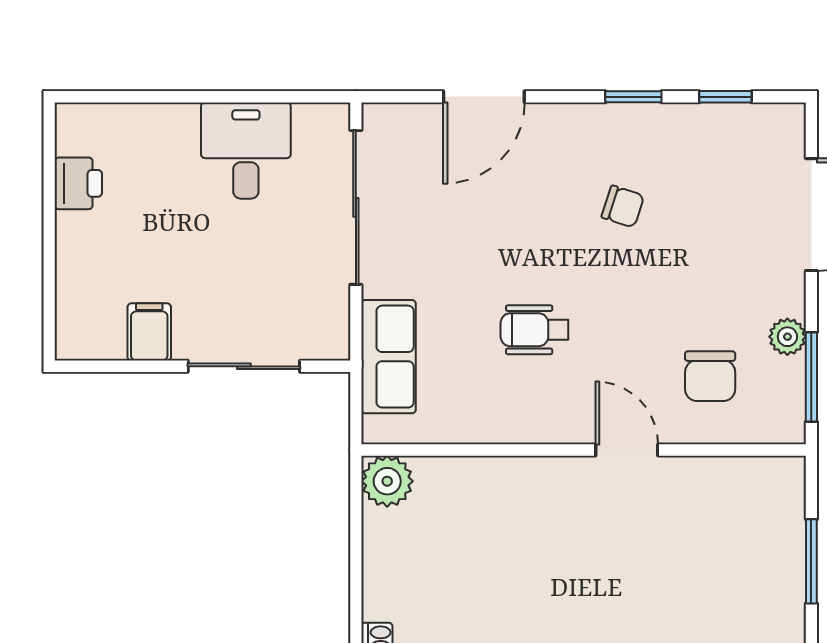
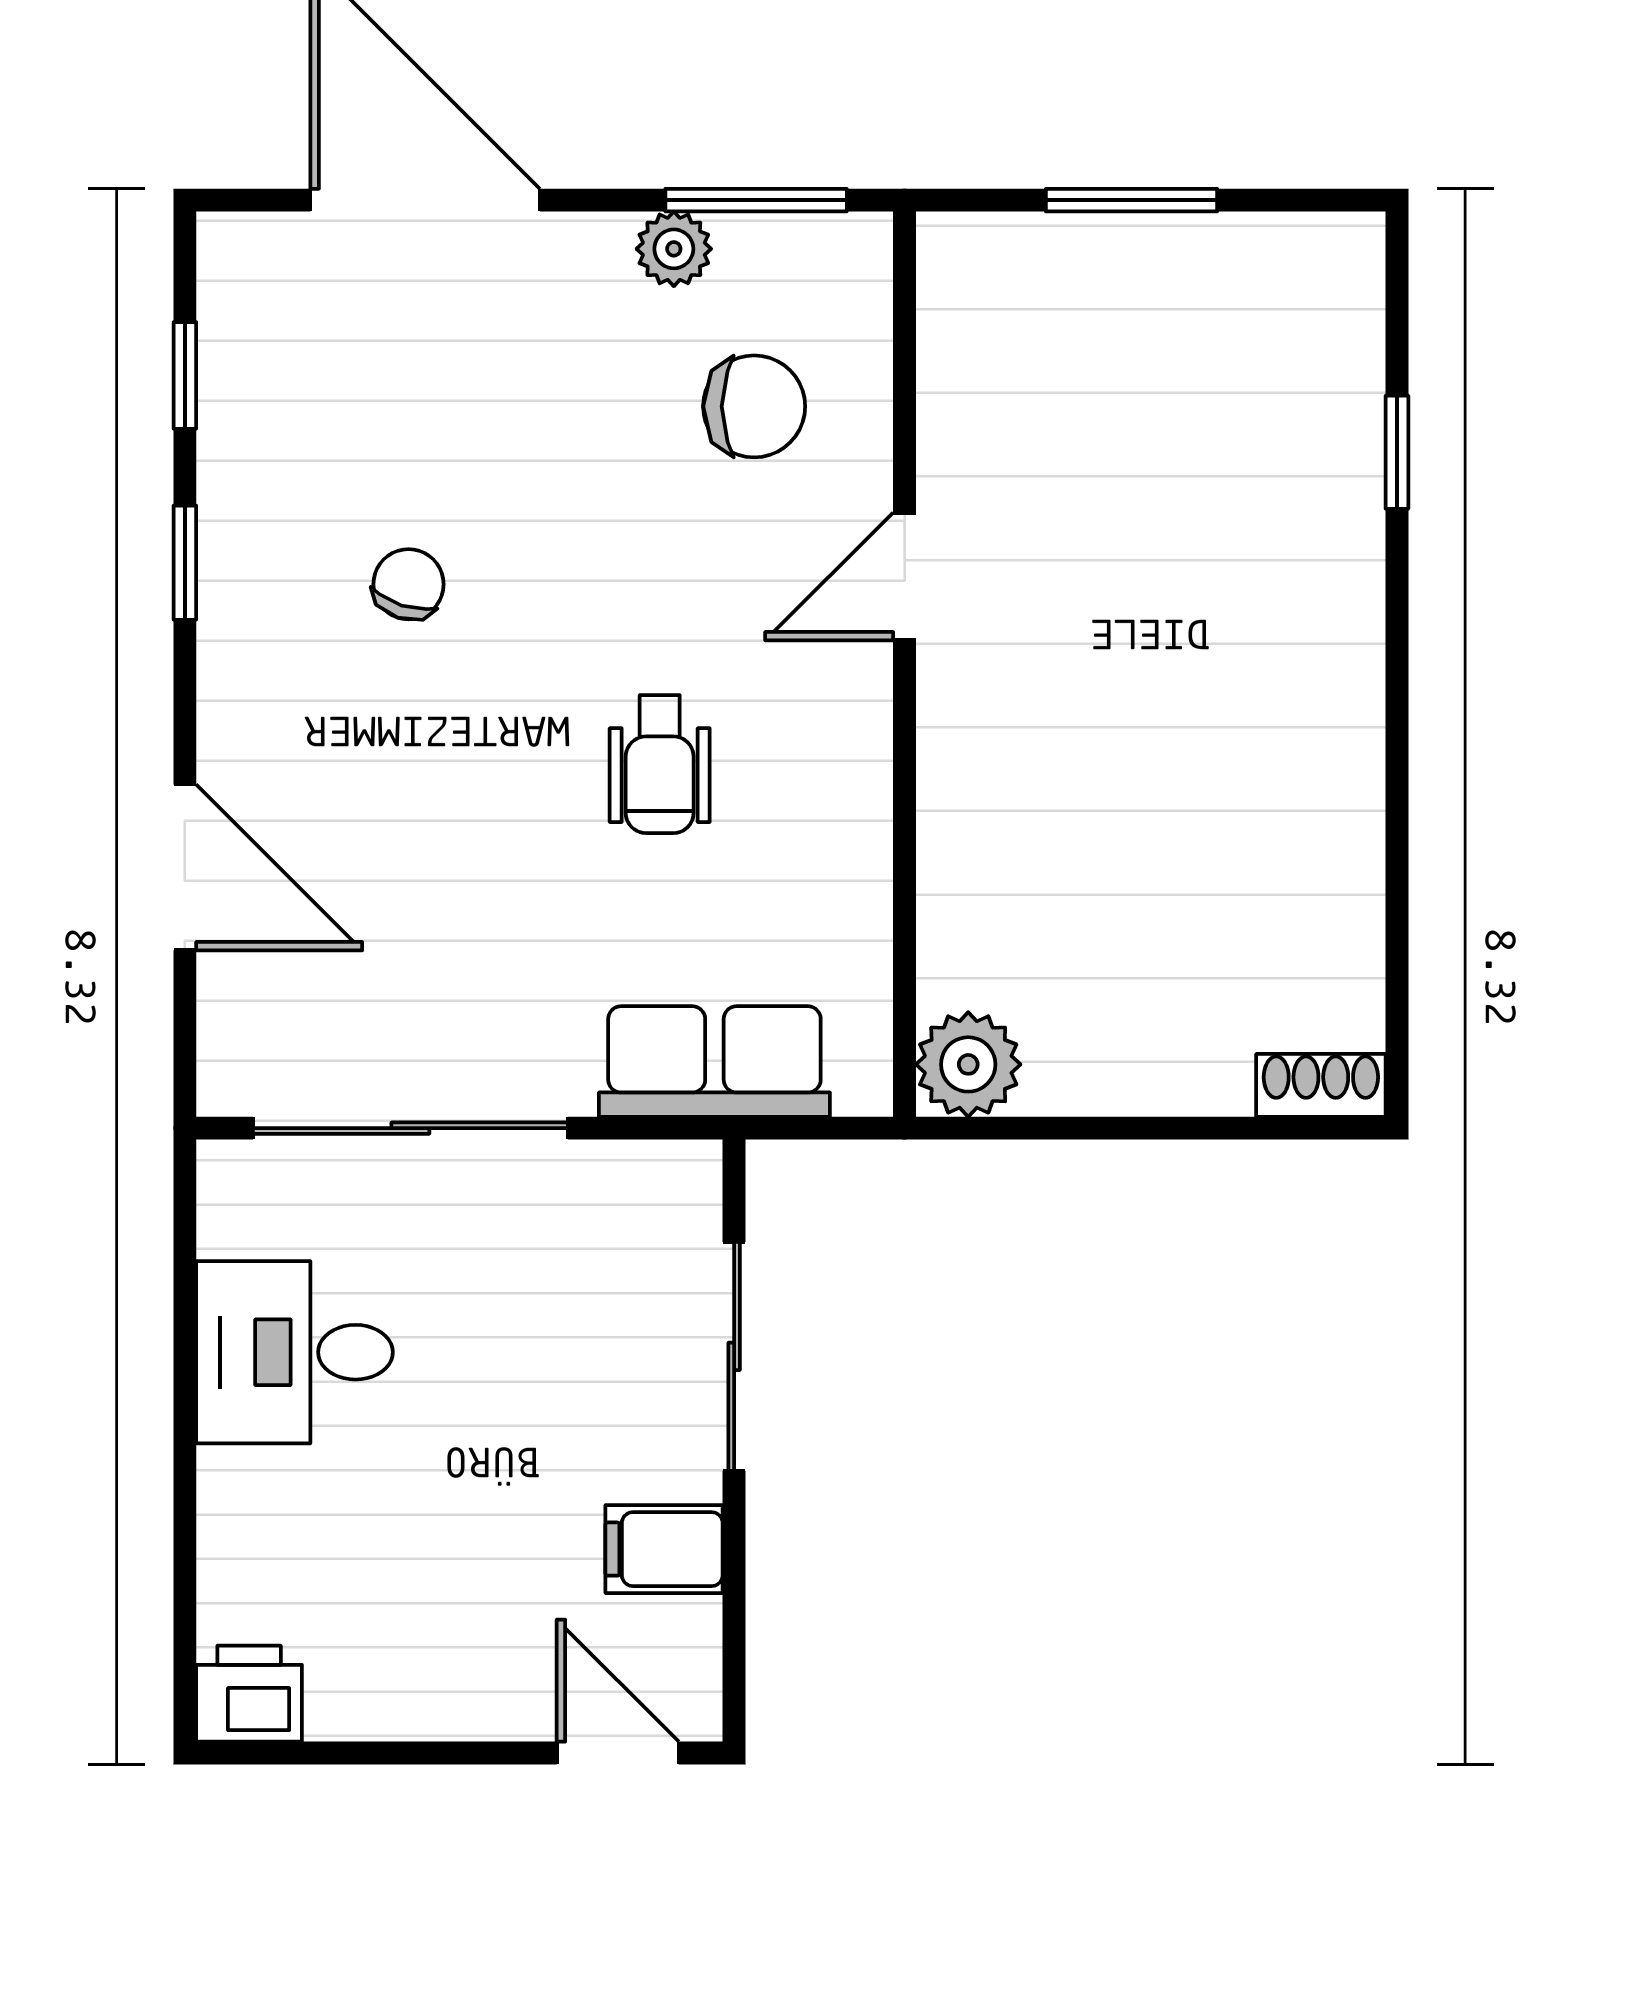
printer: (78, 183) -> (249, 1694), moved
door: (49, 309) -> (618, 1753), added

